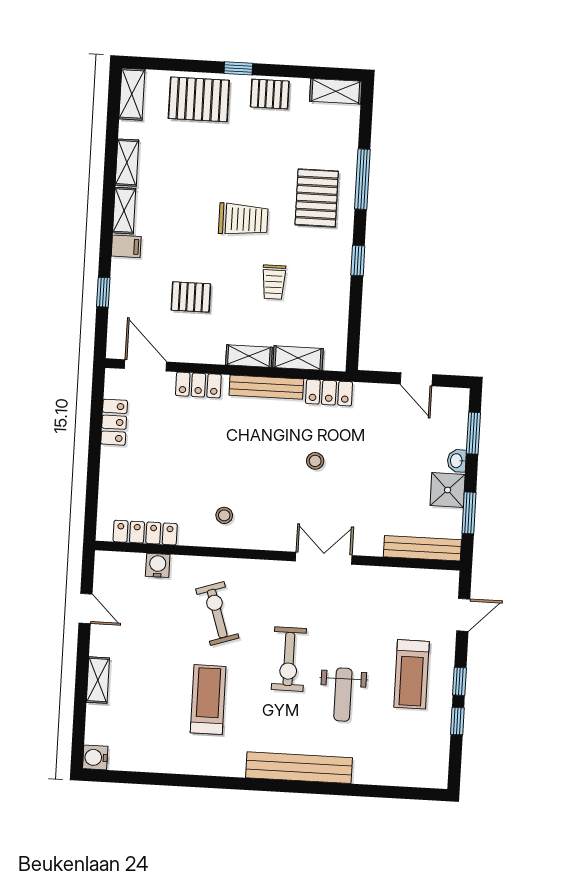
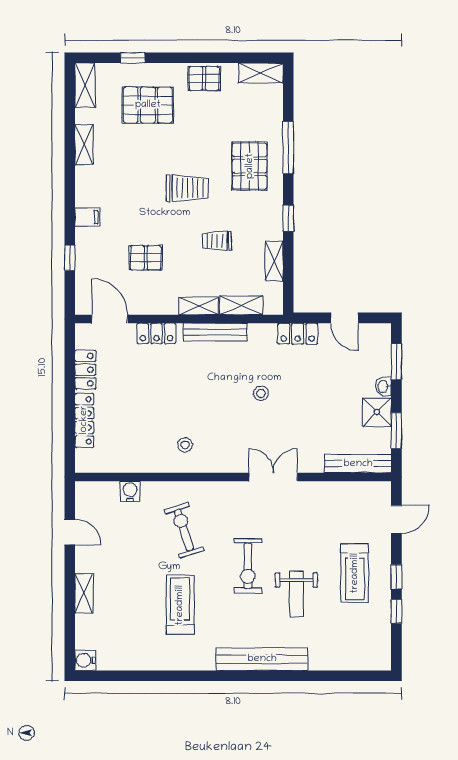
window: (238, 68) -> (133, 58), moved
pallet: (199, 99) -> (148, 105), moved
shelving: (124, 211) -> (274, 261), moved
trolley: (274, 282) -> (217, 241), turned 90
locker: (329, 393) -> (298, 334), moved
locker: (145, 533) -> (84, 420), moved, turned 90

